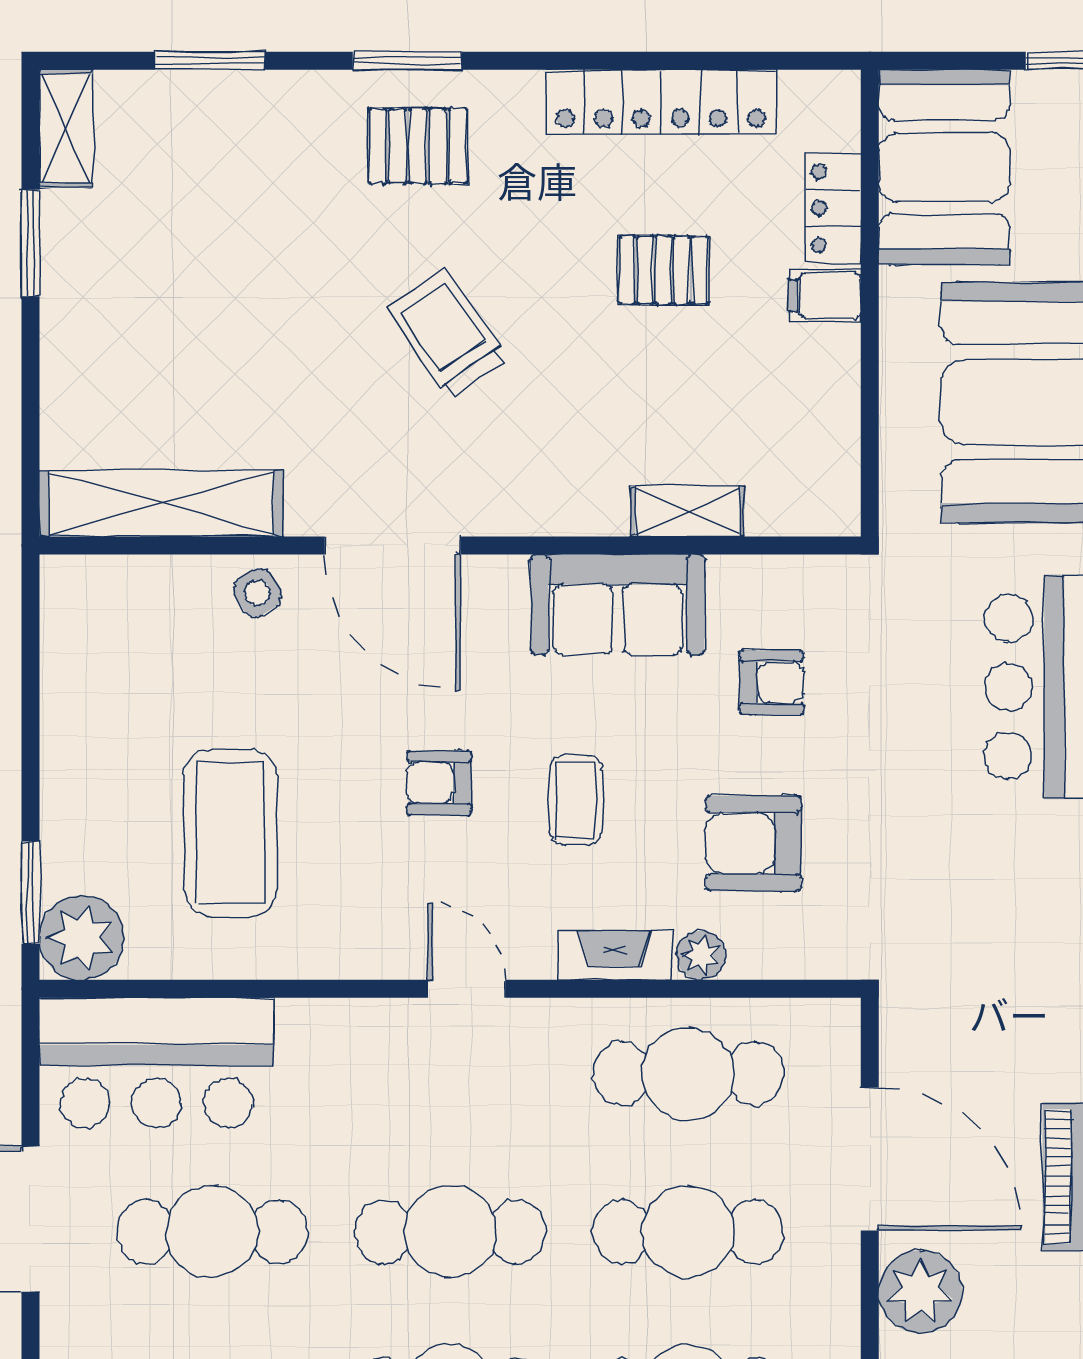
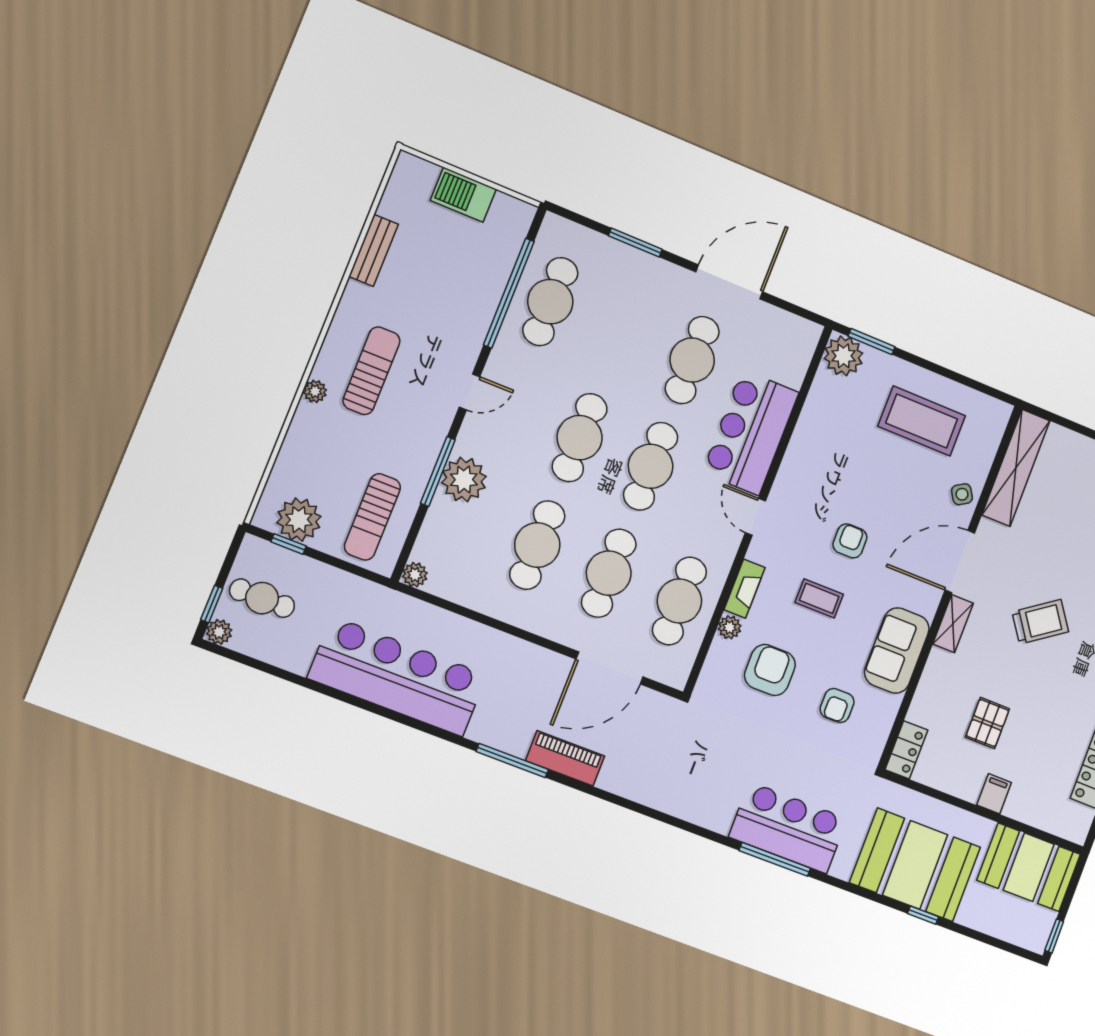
locker: (833, 208) -> (906, 750), moved, turned 90
pallet: (664, 270) -> (987, 723), moved
shelving: (687, 511) -> (953, 624), moved
coffee table: (230, 833) -> (922, 421), moved
door: (467, 989) -> (755, 517), swing flipped
bar counter: (157, 1063) -> (750, 432), moved
plant: (920, 1292) -> (541, 668), removed

